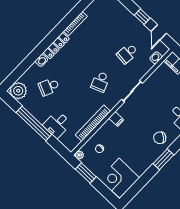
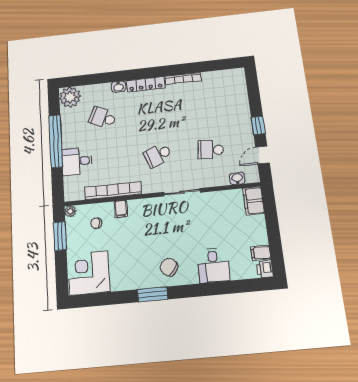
filing cabinet: (116, 119) -> (121, 209), moved

